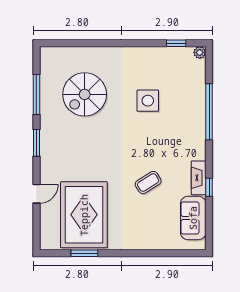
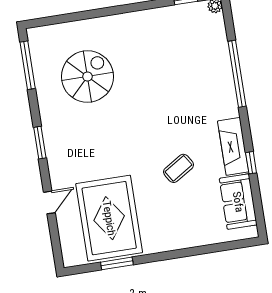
spiral stairs: (85, 94) -> (87, 77), turned 180
window: (36, 95) -> (28, 65), moved
side table: (148, 101) -> (163, 72), removed
fireplace: (199, 178) -> (233, 146), width x1.37, depth x1.32

